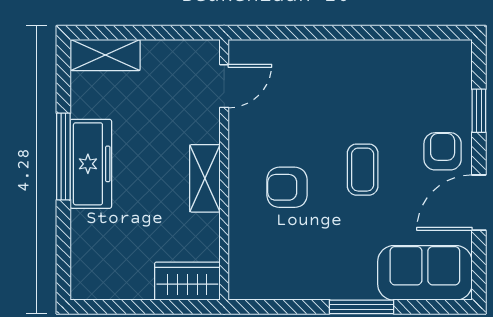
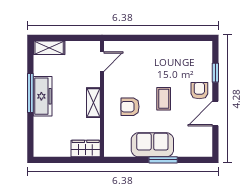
sofa: (425, 273) -> (152, 145), moved

